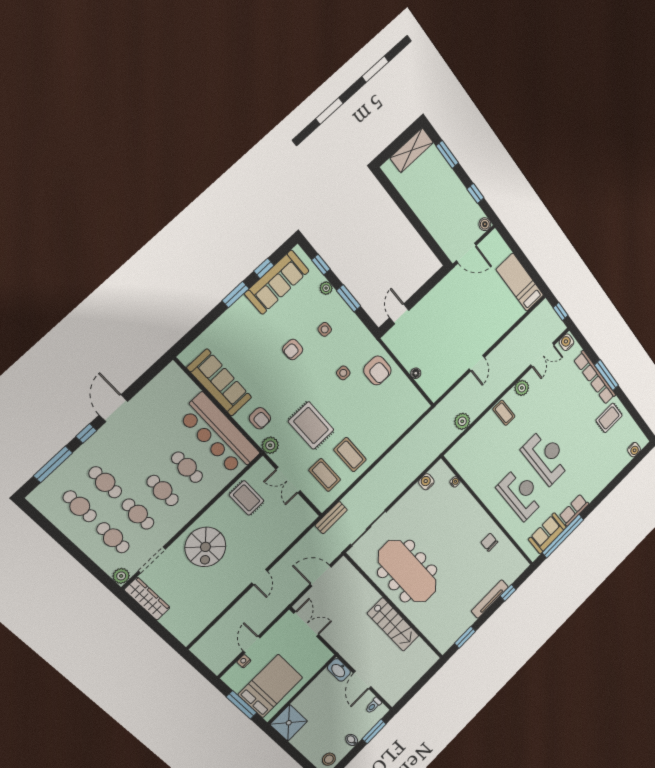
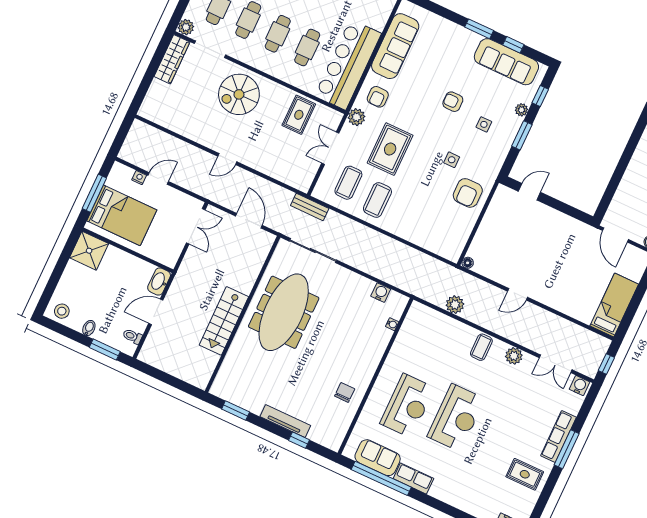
floor lamp: (416, 373) -> (468, 263), moved
row of seats: (595, 378) -> (558, 436), width x0.73

